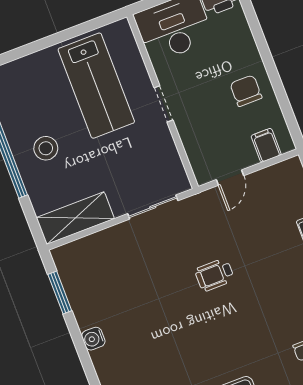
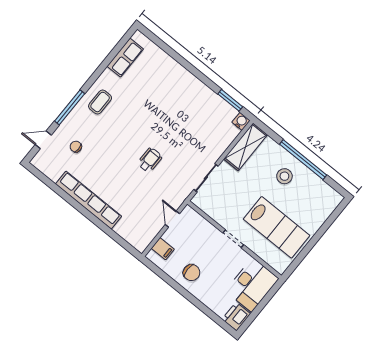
lab bench: (96, 86) -> (276, 227), turned 180
water cooler: (93, 339) -> (241, 121), moved

